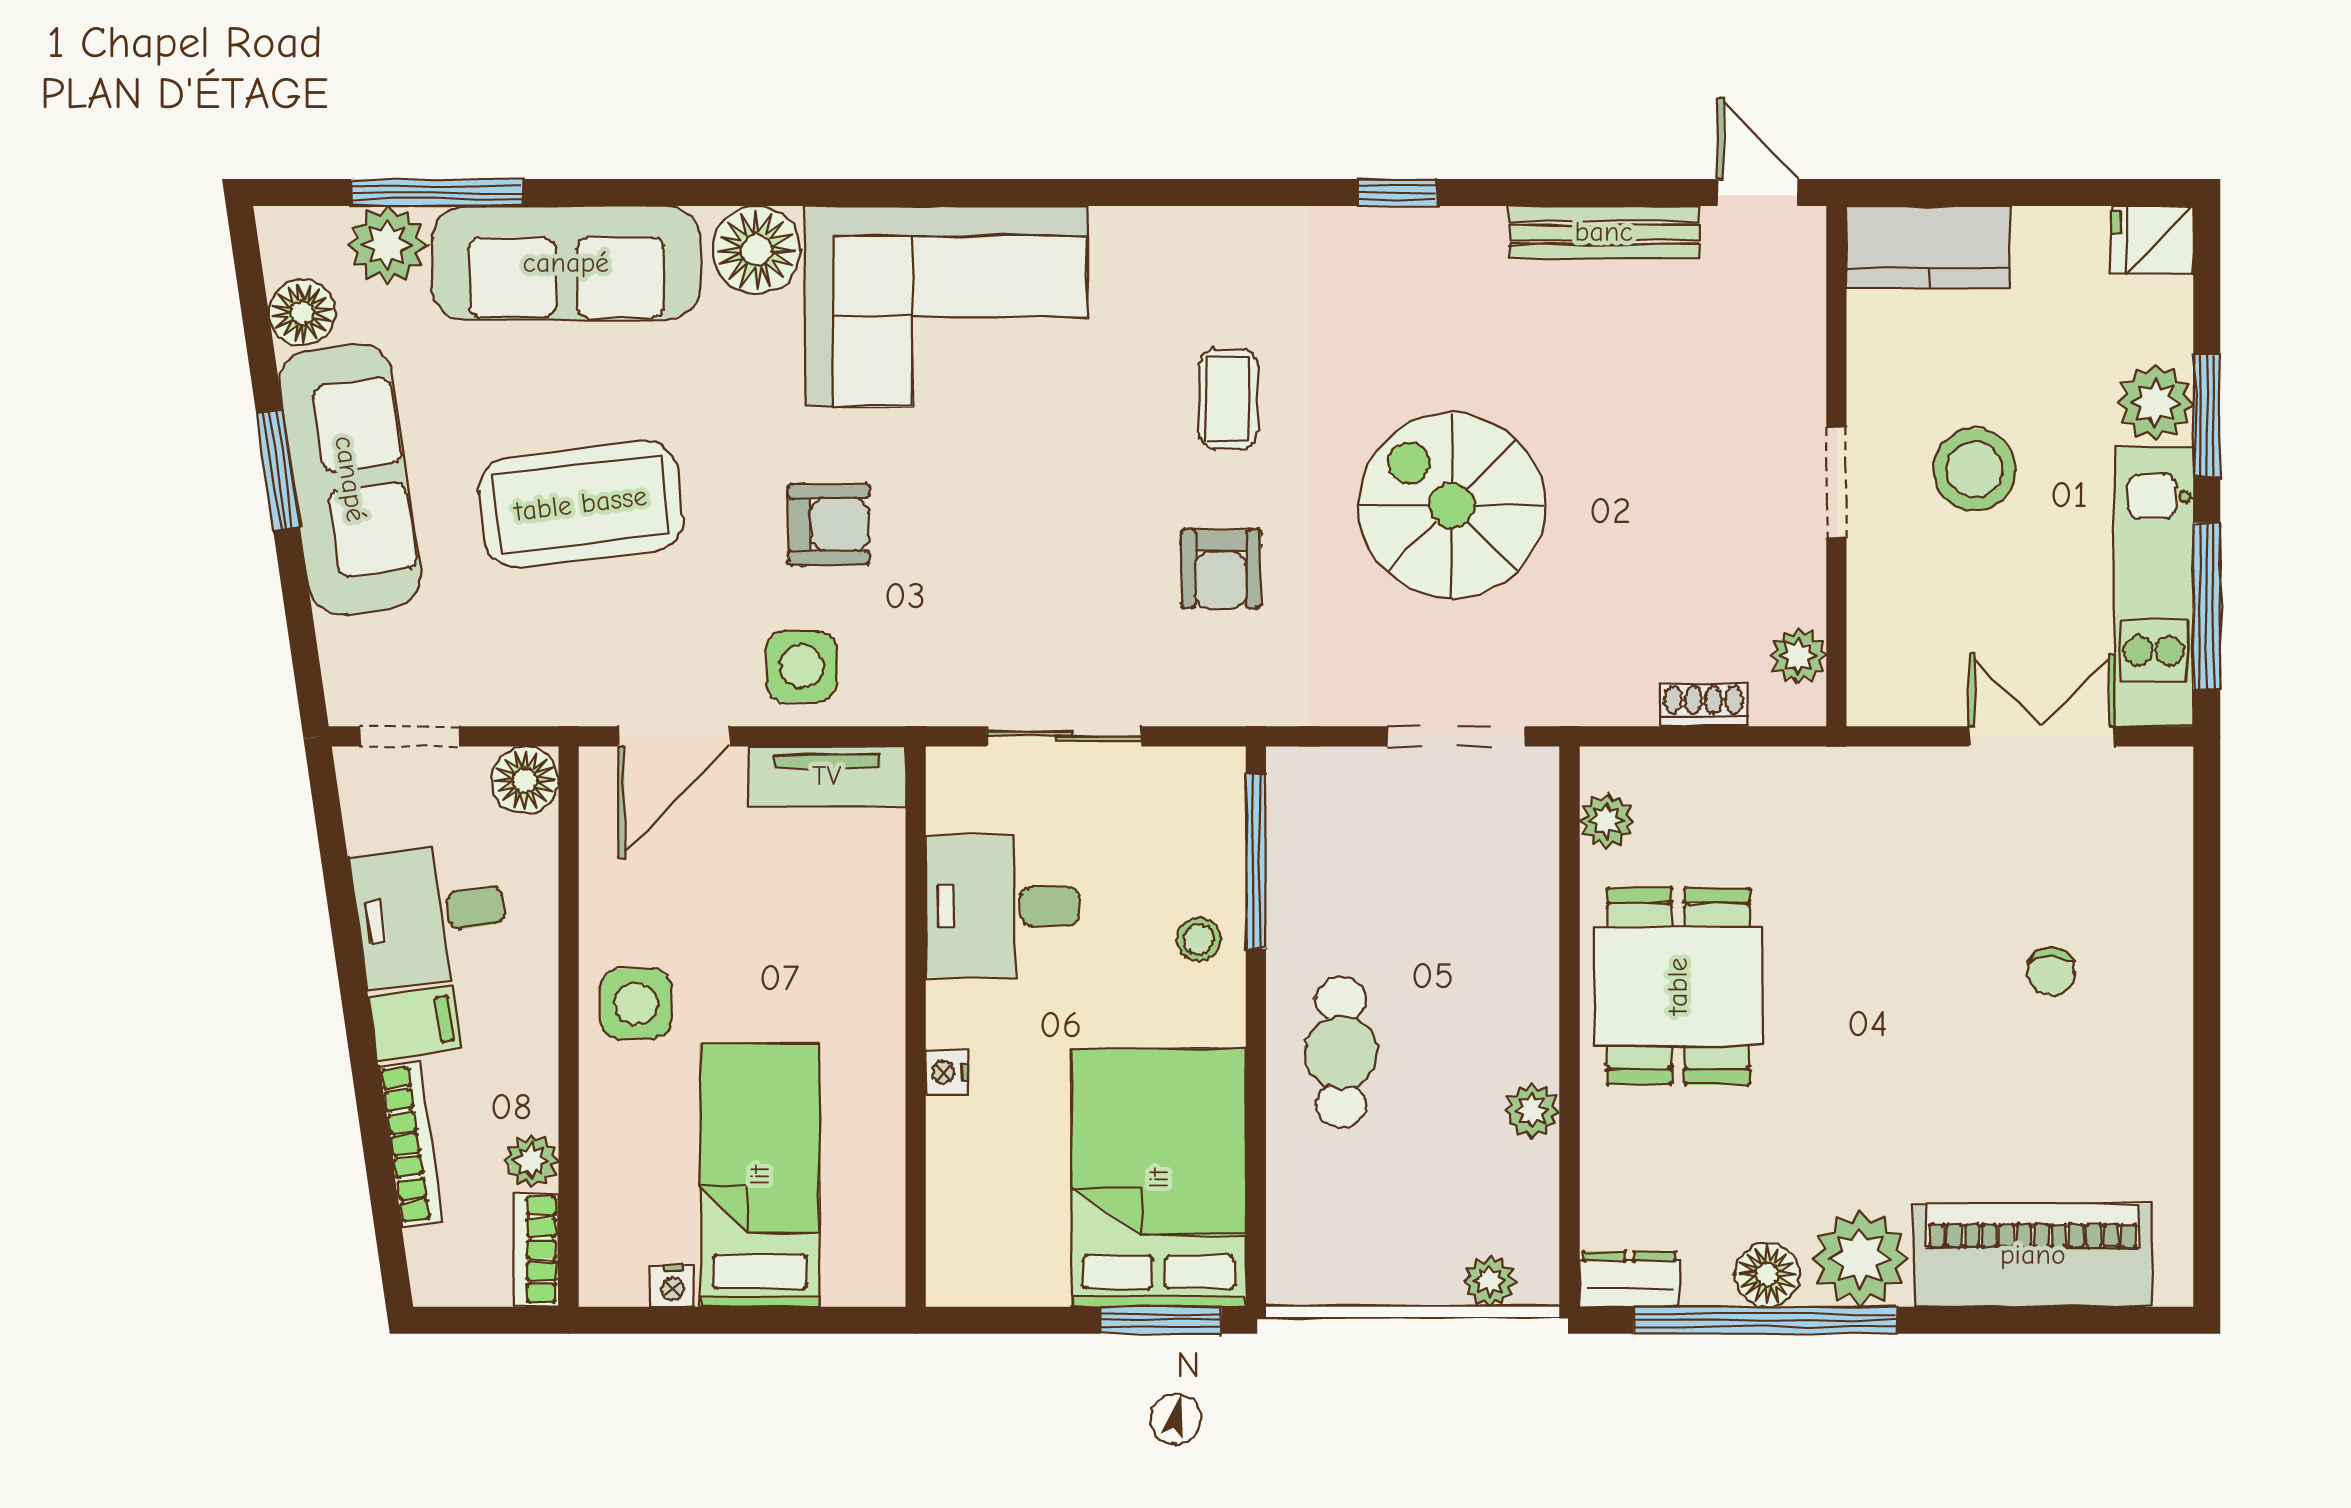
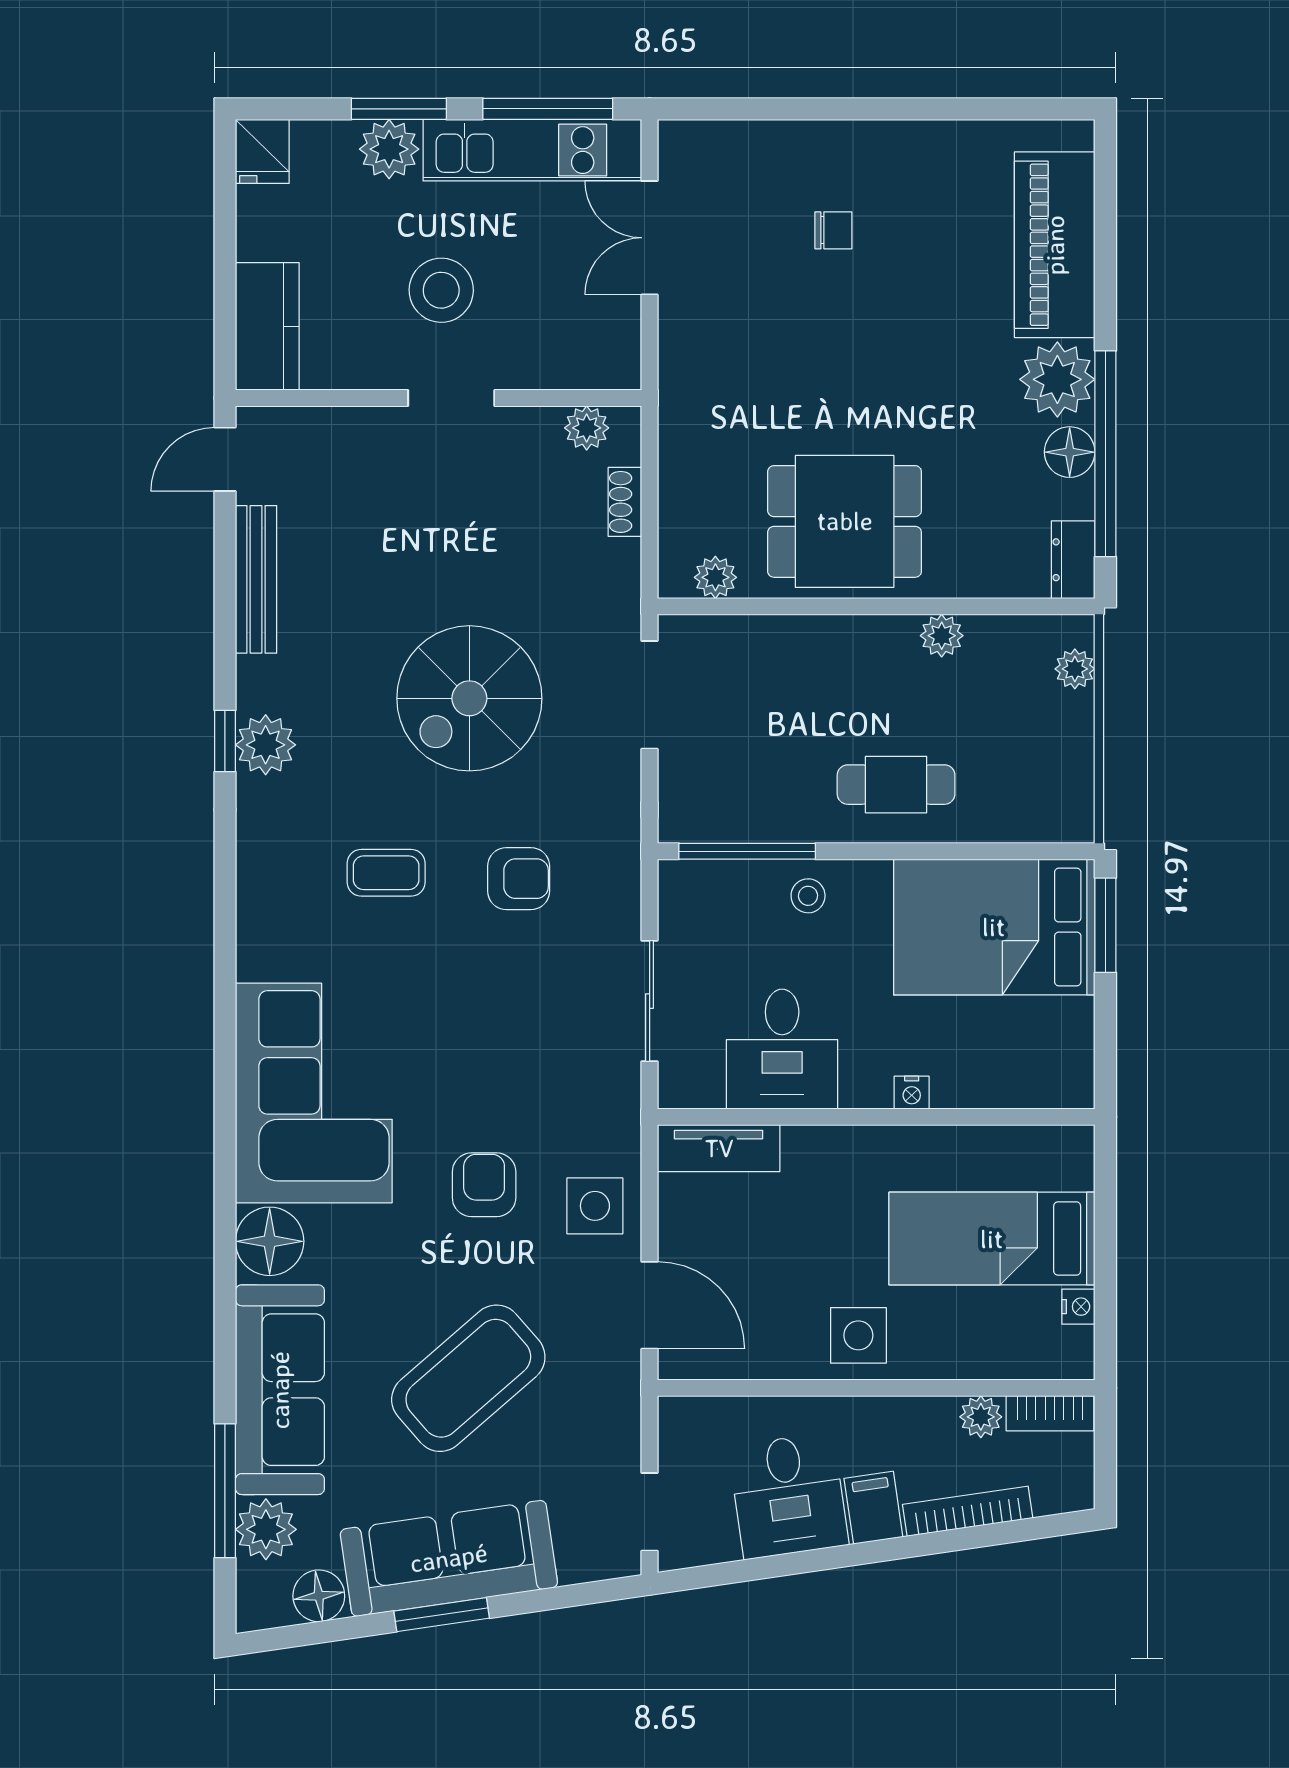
plant: (1392, 244) -> (266, 745), added
coffee table: (581, 504) -> (468, 1378), turned 56
tv unit: (827, 776) -> (719, 1148), moved, turned 90
floor lamp: (525, 780) -> (684, 1422), removed

